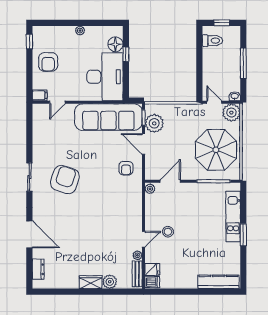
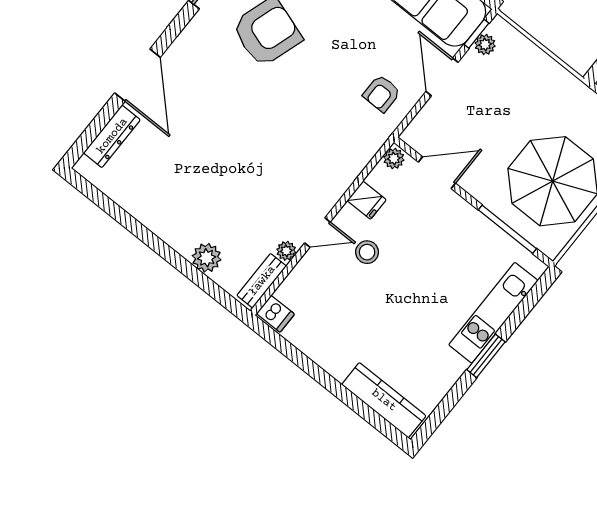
plant: (154, 123) -> (485, 44), width x0.53, depth x0.53
dresser: (38, 269) -> (112, 136), width x1.44
fridge: (152, 269) -> (367, 200), moved
wardrobe: (91, 282) -> (175, 233), removed

